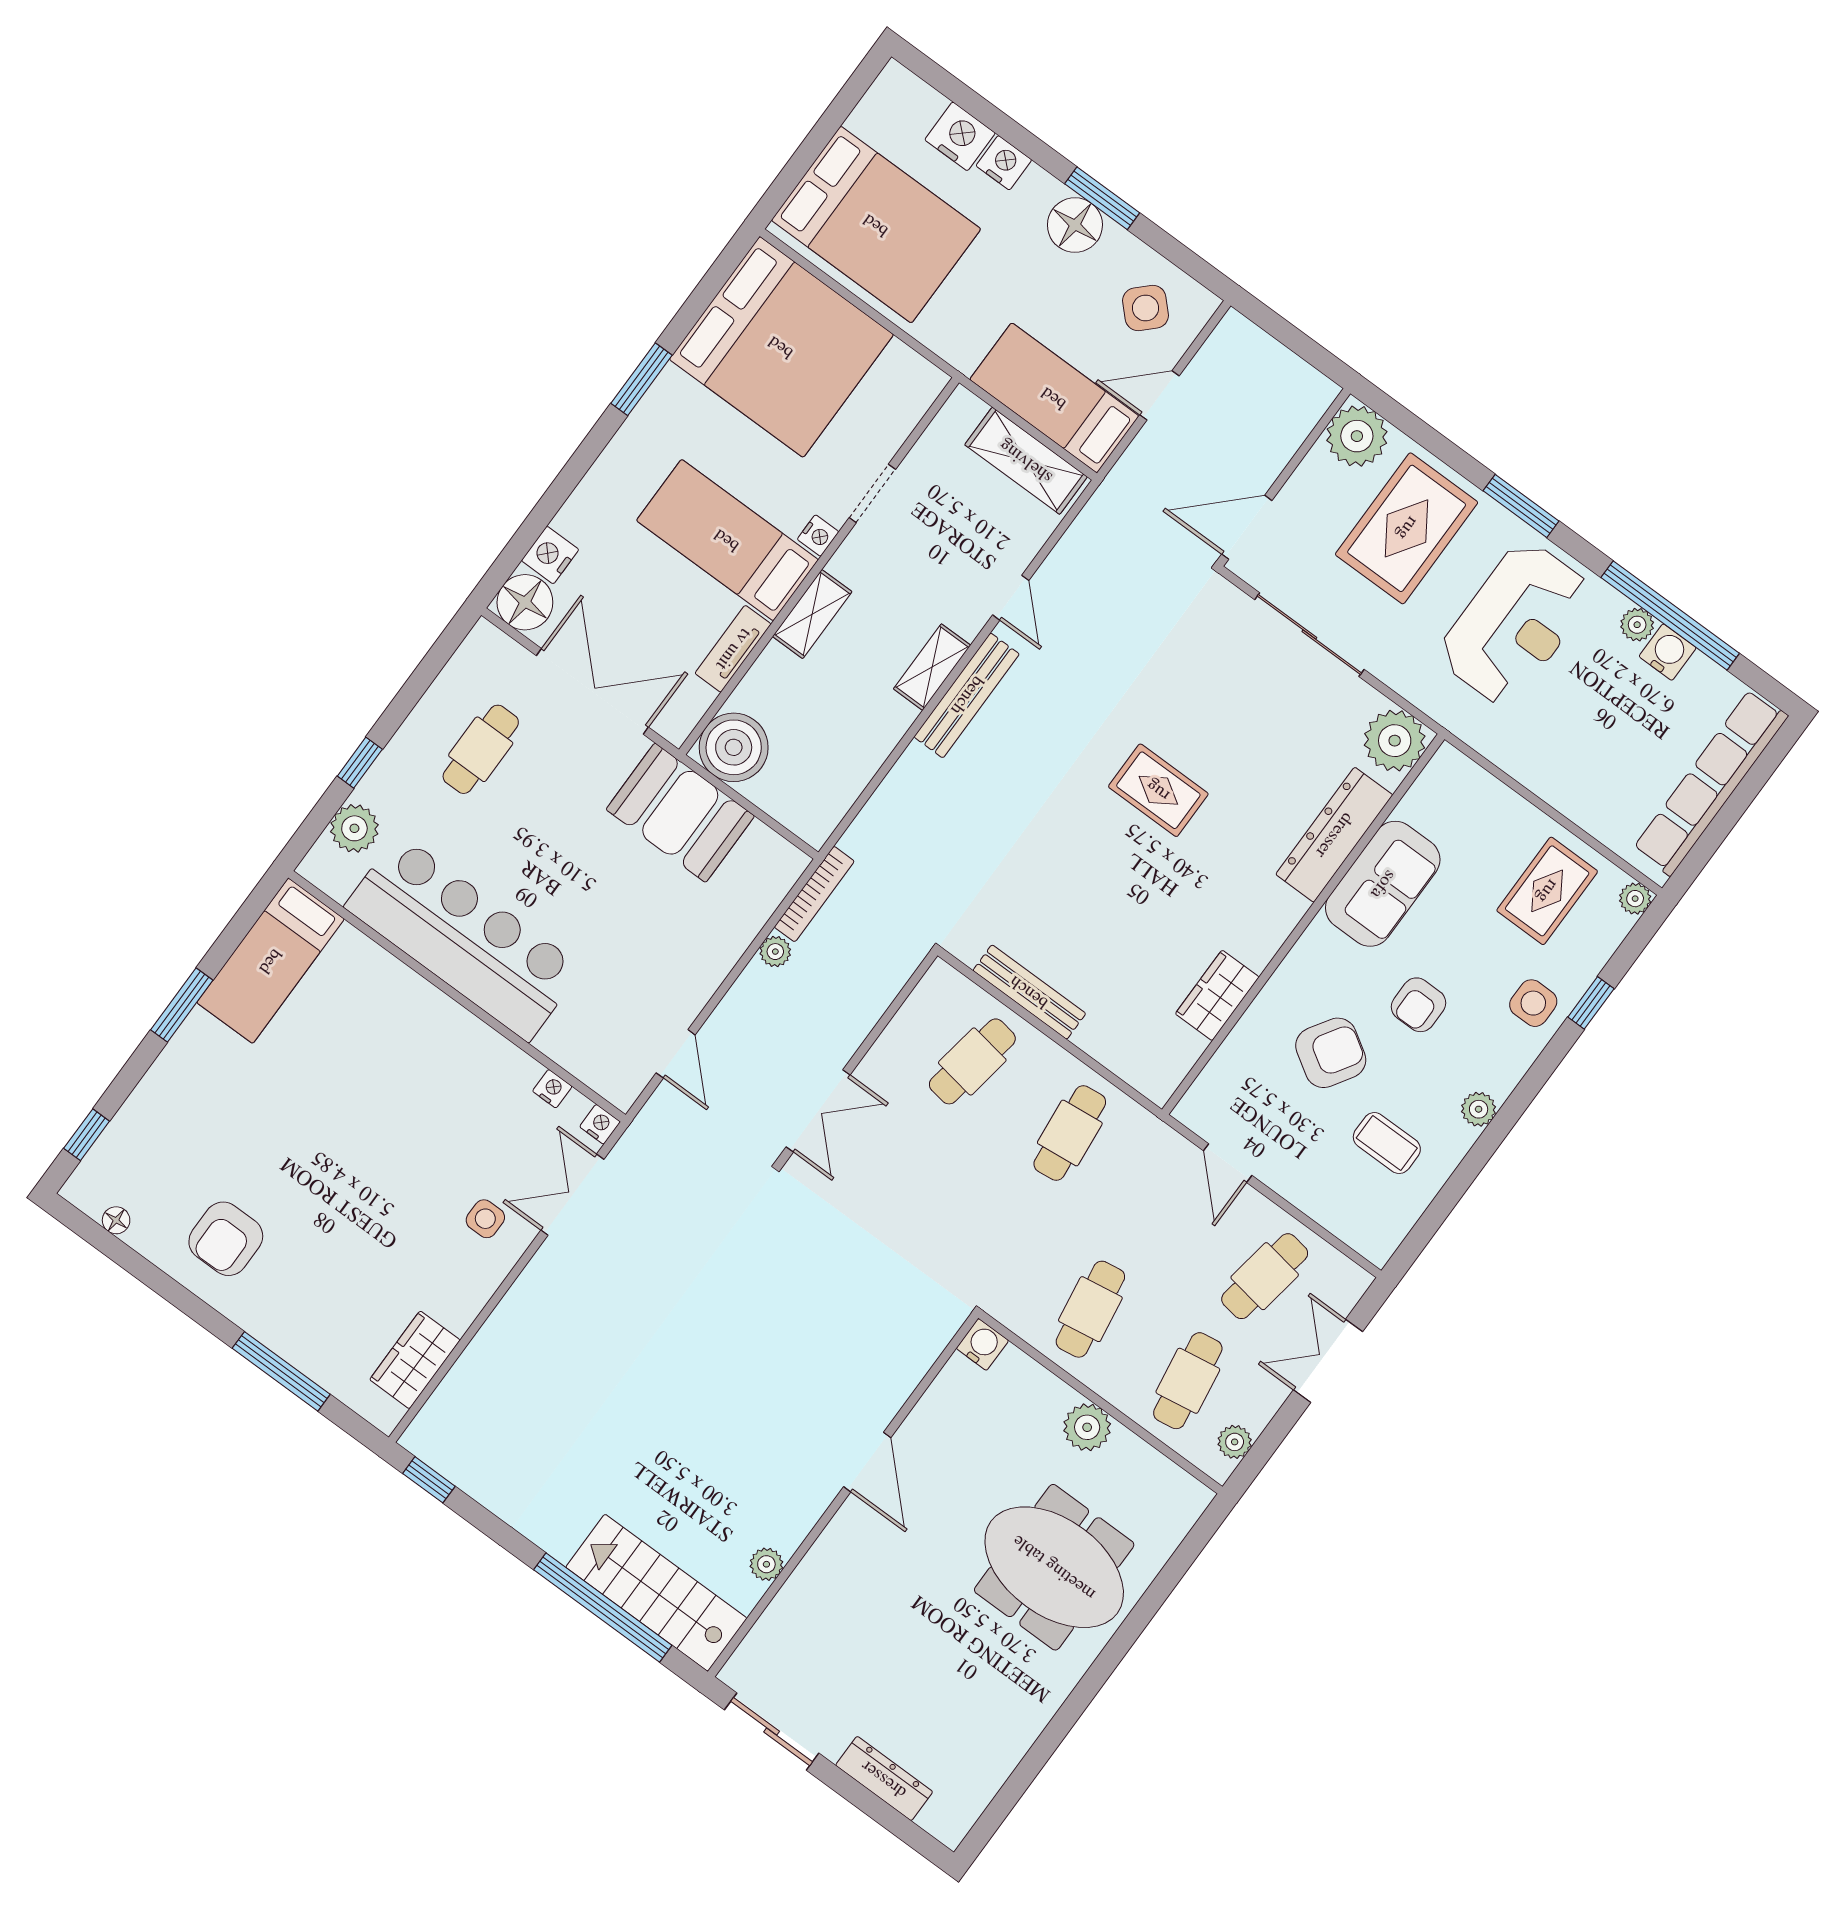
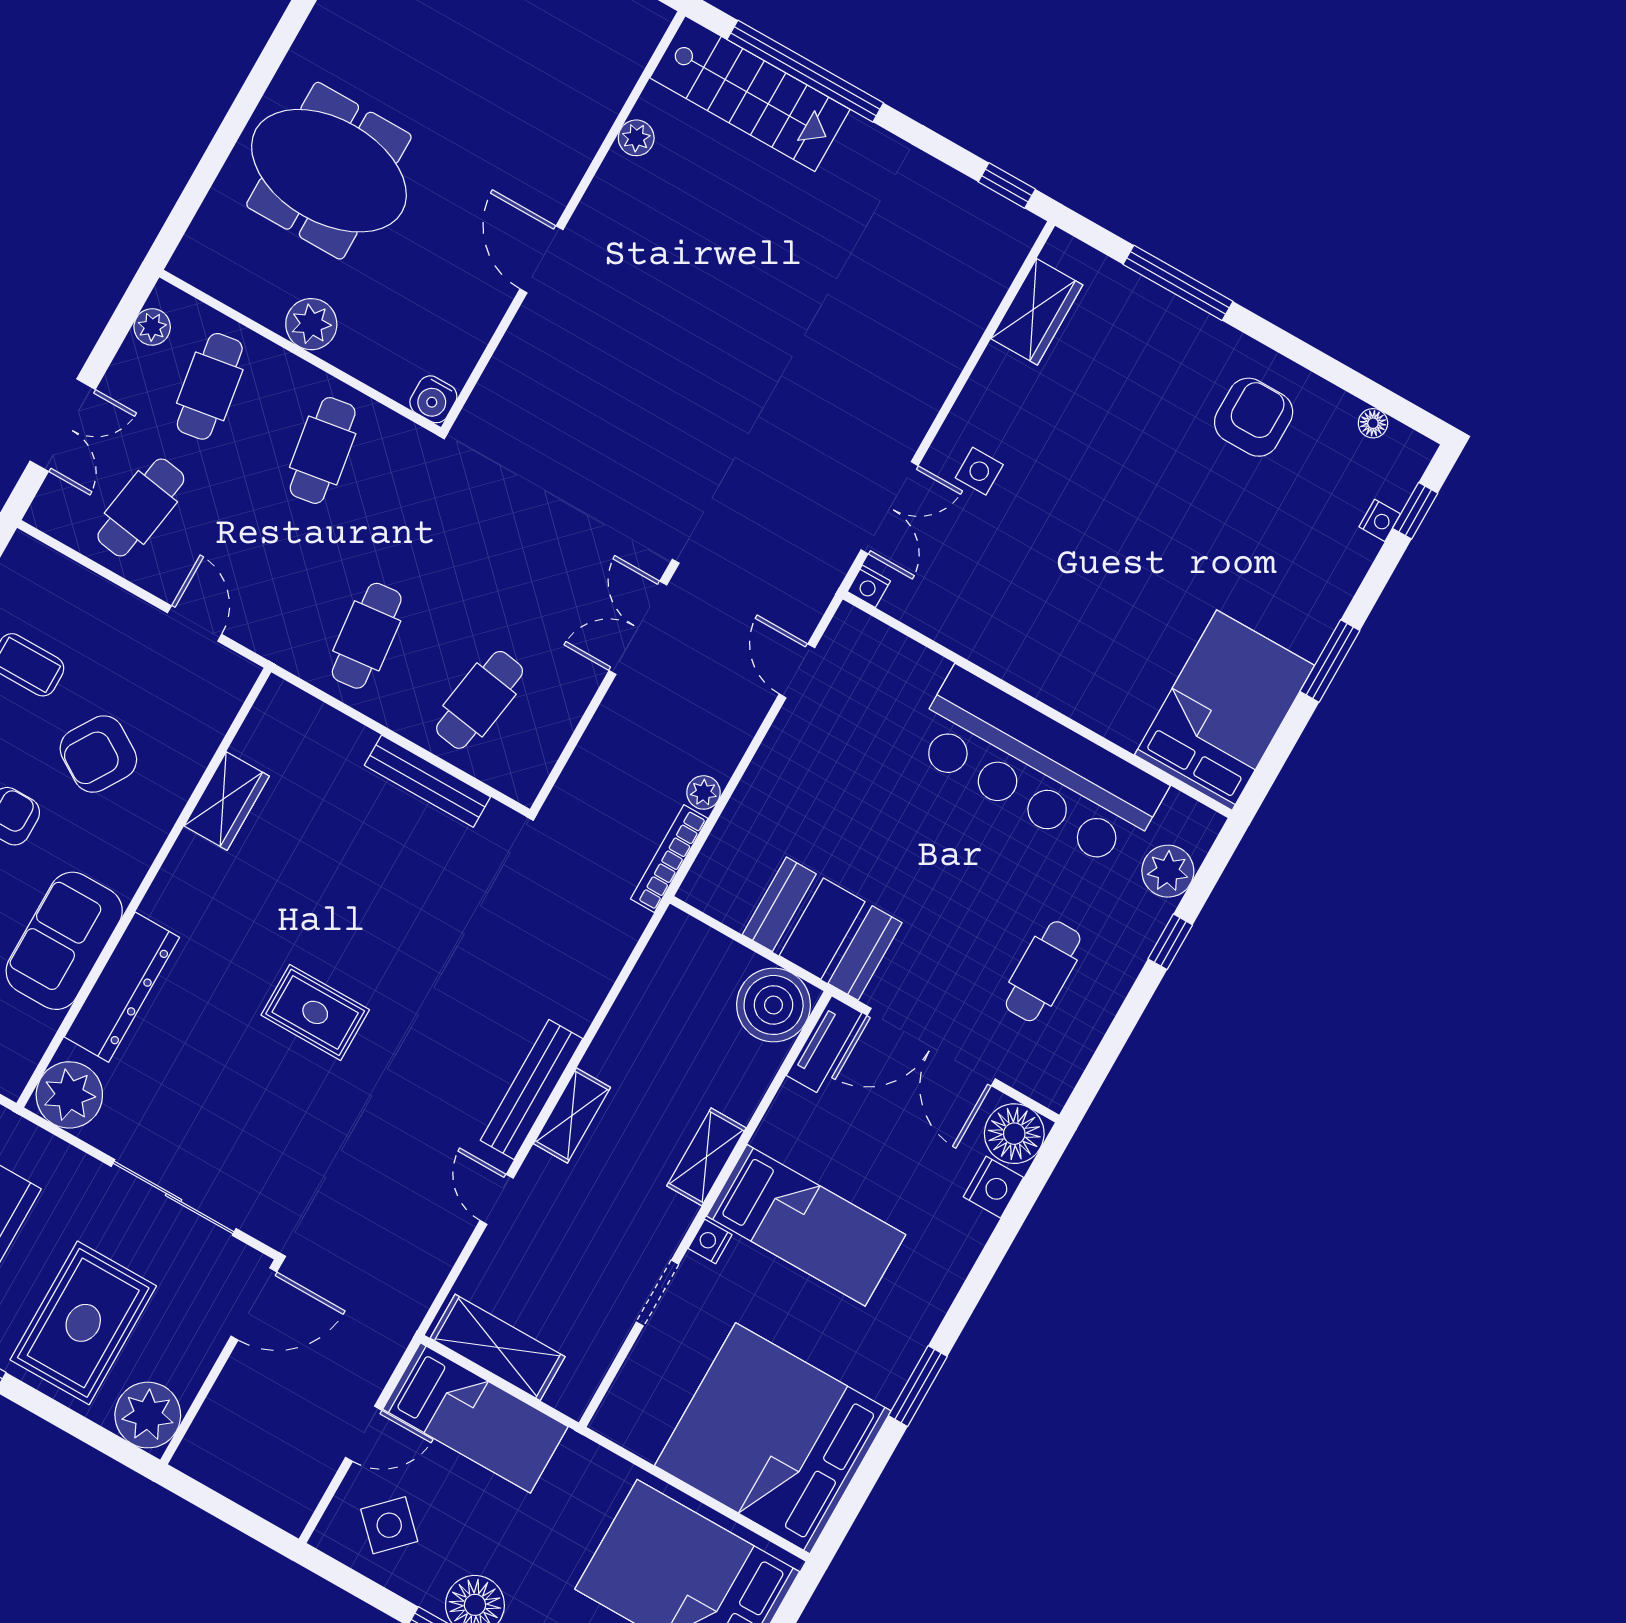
tv unit: (733, 649) -> (824, 1044), moved
bed: (270, 961) -> (1224, 710), width x1.50
nightstand: (552, 1089) -> (1380, 520), moved, turned -90

